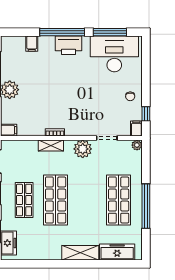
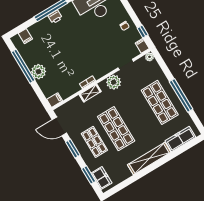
filing cabinet: (32, 44) -> (25, 36), moved
printer: (69, 45) -> (55, 17), width x0.53, depth x0.68
shelving: (80, 253) -> (149, 158), width x1.47

